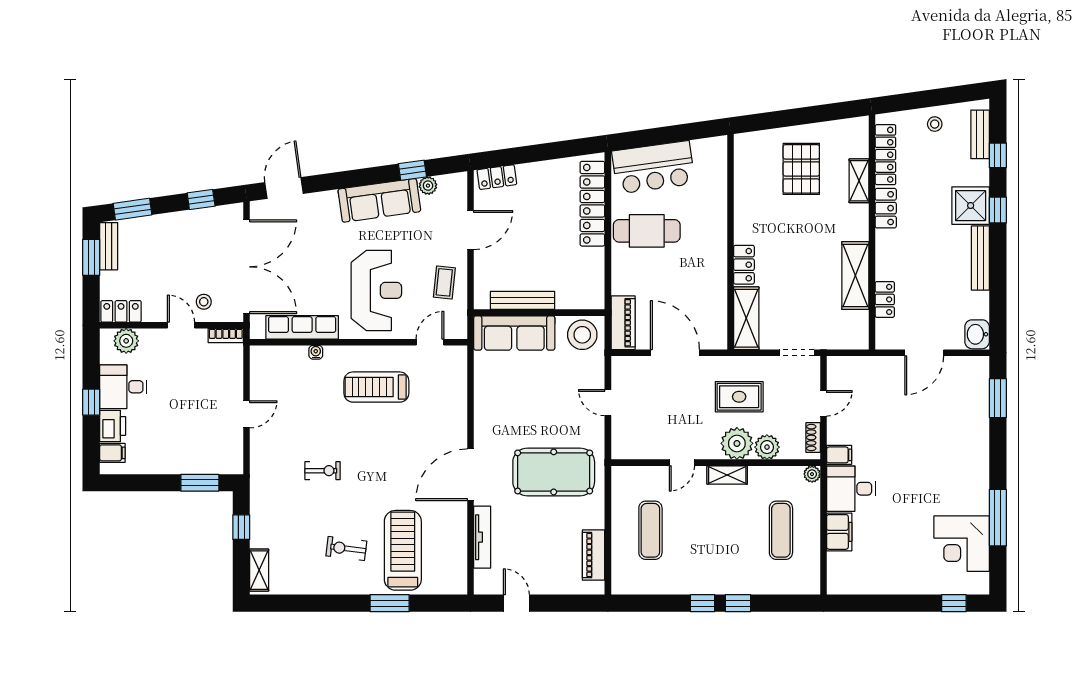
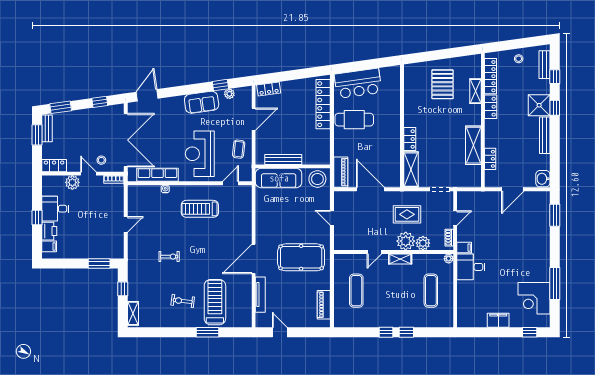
sofa: (379, 200) -> (202, 102), width x0.73
reception desk: (376, 290) -> (200, 154), turned 180
plant: (126, 341) -> (72, 182), moved
filing cabinet: (839, 532) -> (498, 320), moved, turned -90

